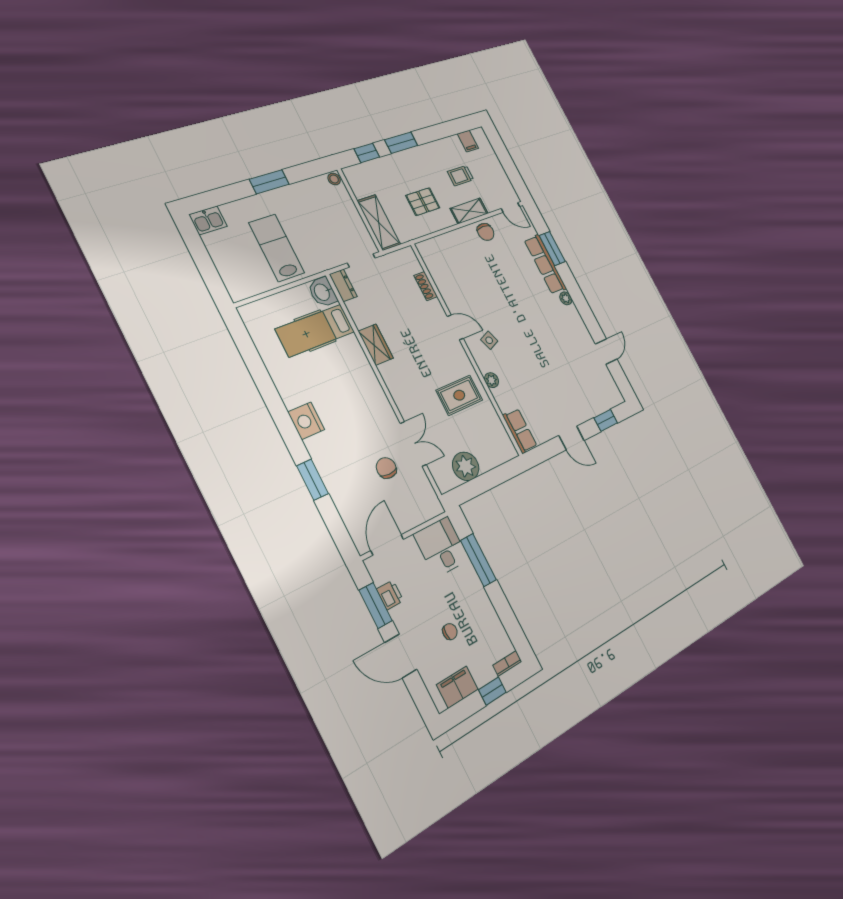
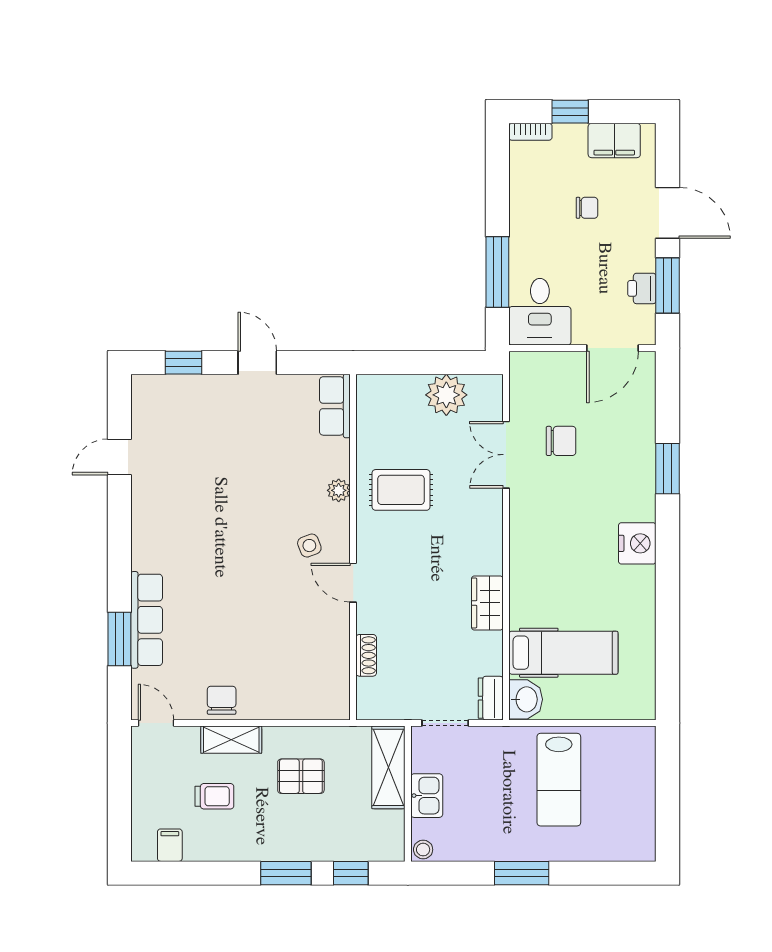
kitchen sink: (208, 220) -> (427, 796), moved, turned 90
plant: (566, 298) -> (142, 558), removed
chair: (386, 468) -> (561, 441), turned -90
chair: (450, 632) -> (587, 208), turned 180

